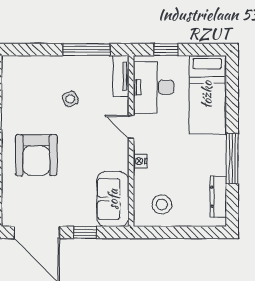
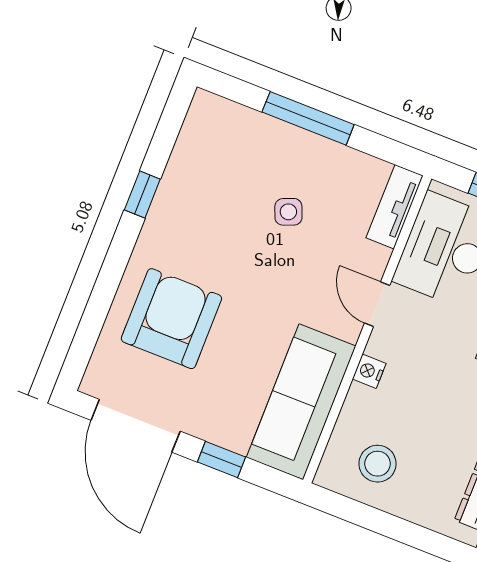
window: (86, 50) -> (308, 118), moved
armchair: (36, 155) -> (171, 319), moved, turned 180
sofa: (113, 199) -> (301, 402), width x1.36

